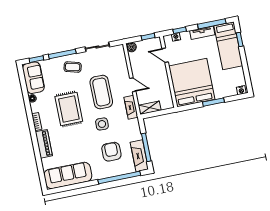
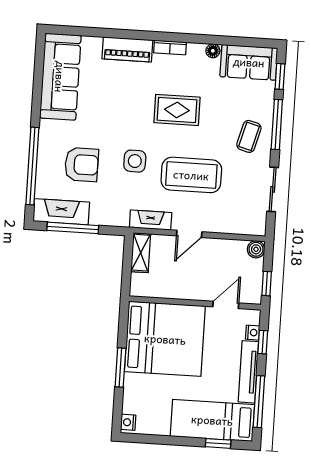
tv unit: (202, 33) -> (248, 372), width x1.41
rug: (69, 109) -> (177, 110), width x0.73, depth x0.70

